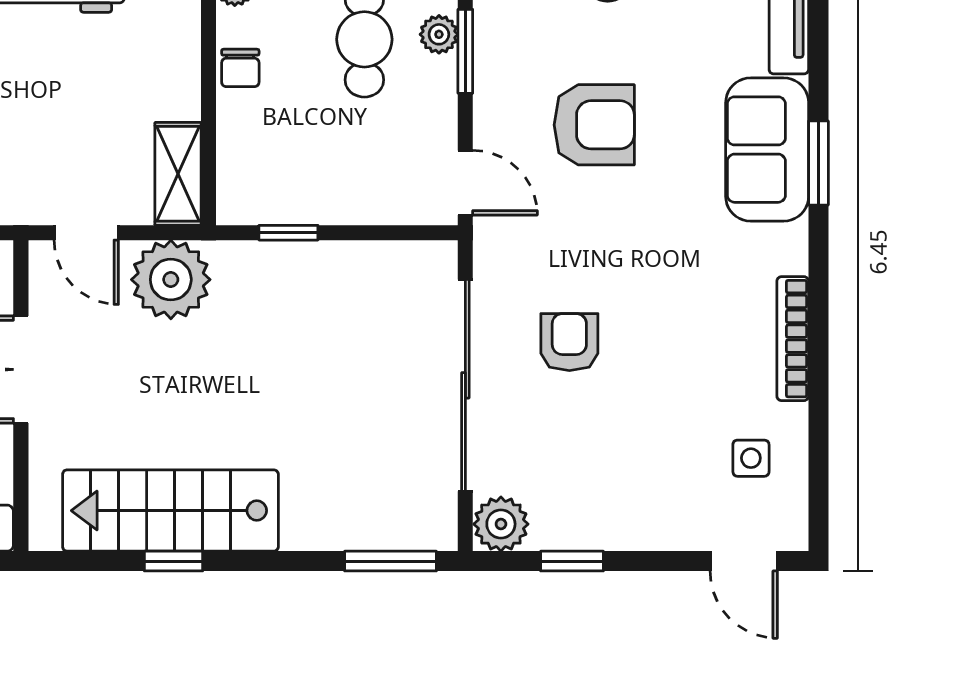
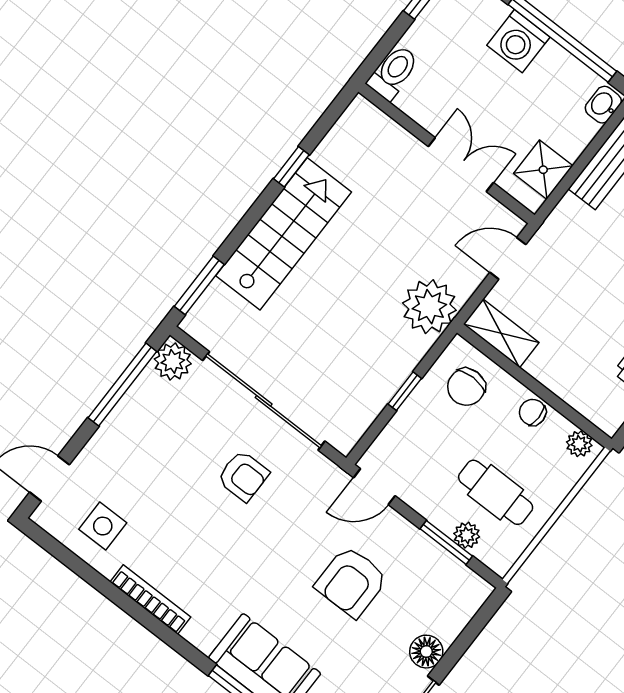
chair: (270, 166) -> (466, 387), added
window: (288, 233) -> (405, 391), moved
plant: (171, 280) -> (429, 307), moved
side table: (751, 458) -> (103, 526), width x1.37, depth x1.37
stairs: (170, 511) -> (284, 234), moved
window: (572, 561) -> (122, 385), width x2.17

